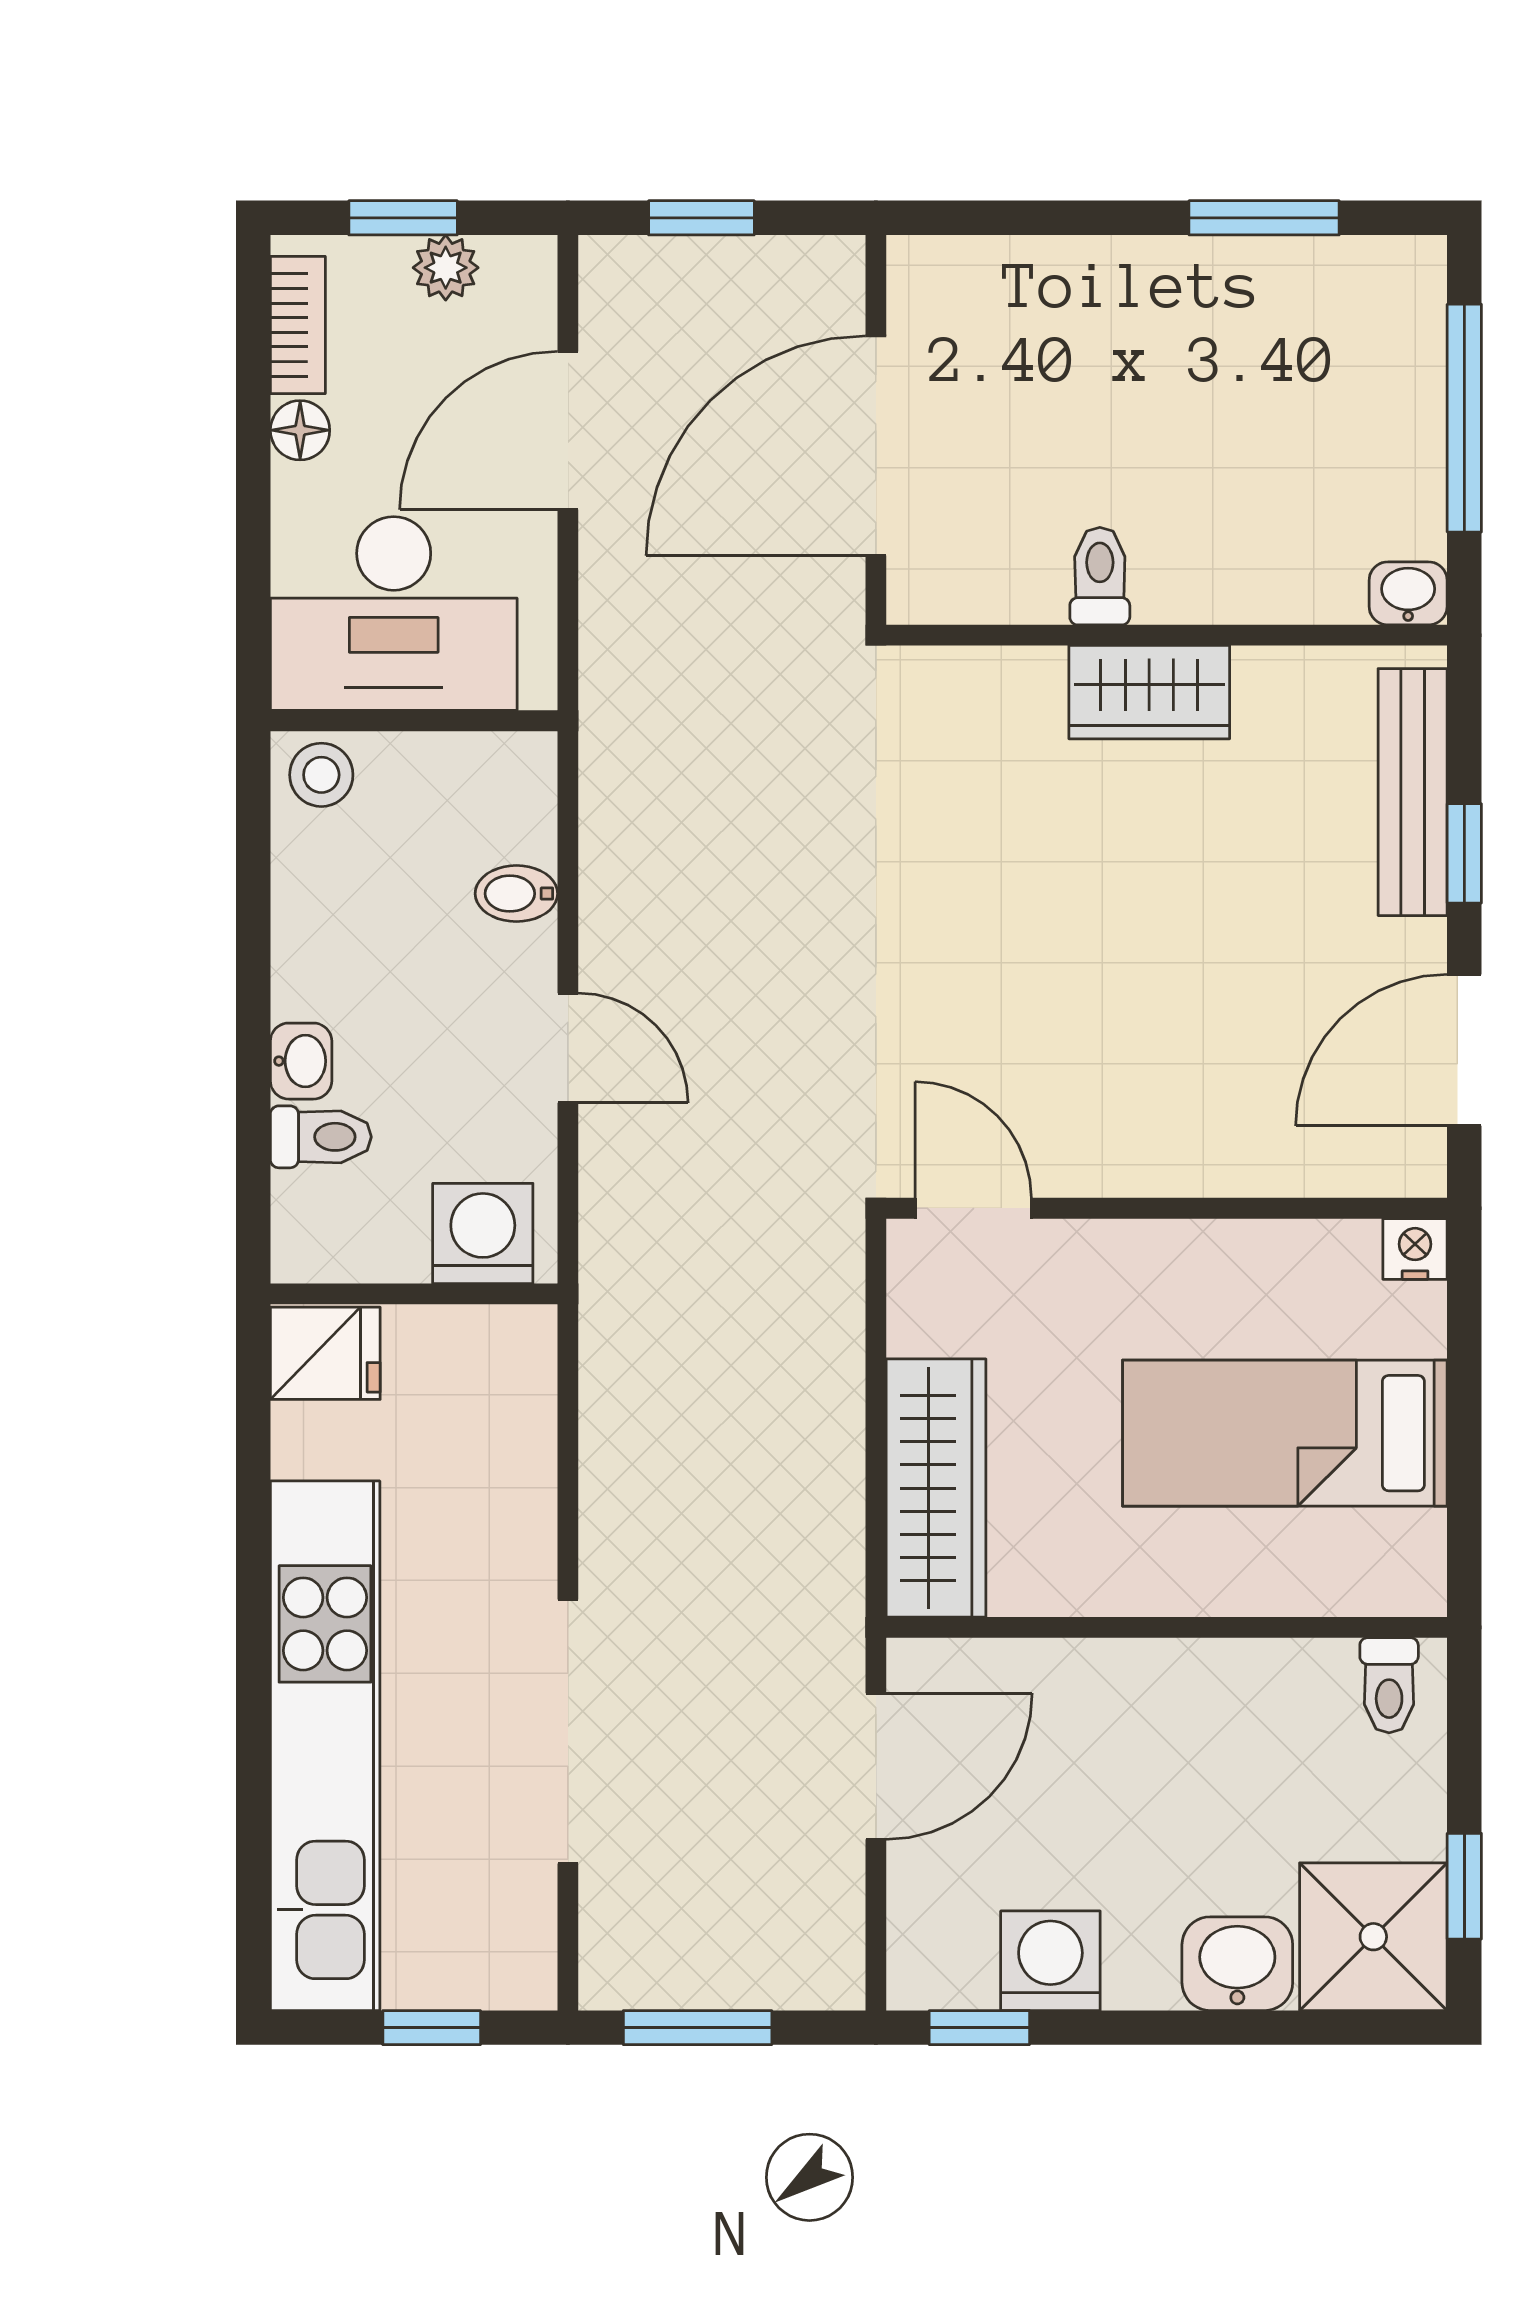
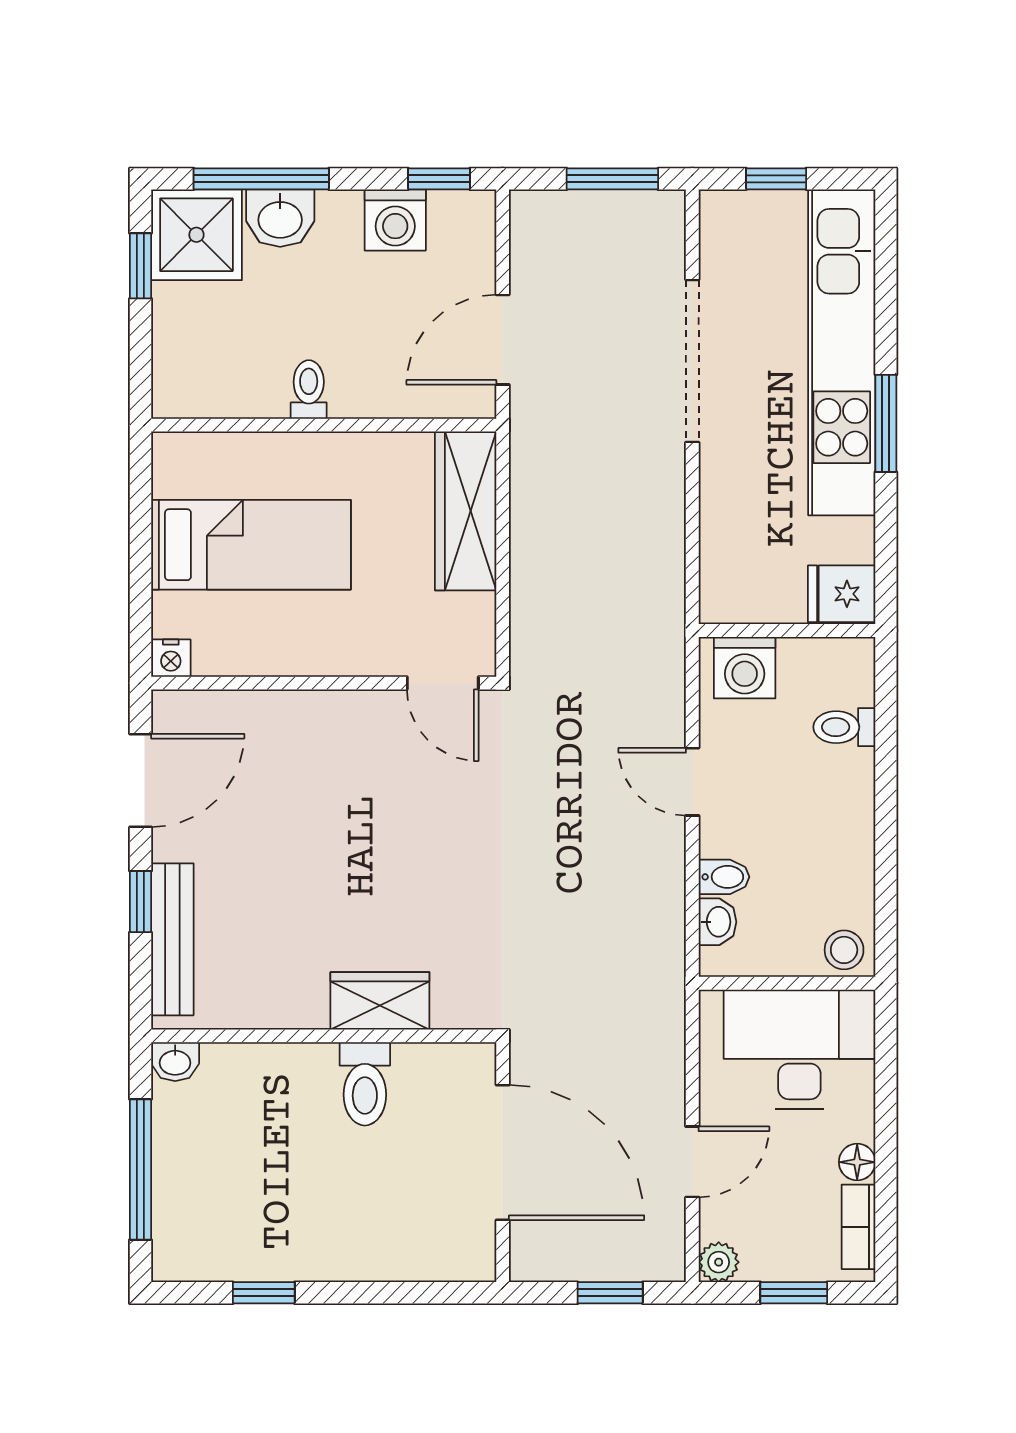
window: (1264, 218) -> (264, 1293), width x0.67
plant: (446, 268) -> (719, 1262), moved
door: (568, 431) -> (692, 1162), width x0.73
door: (876, 446) -> (503, 1152), hinge flipped
toilet: (1100, 576) -> (365, 1084), width x1.37, depth x1.39
wardrobe: (1149, 692) -> (380, 1001), moved
washbasin: (301, 1061) -> (717, 922), moved, turned 180
window: (253, 1630) -> (886, 423), added
toilet: (1389, 1685) -> (309, 390), moved
window: (1268, 2028) -> (261, 179), added

